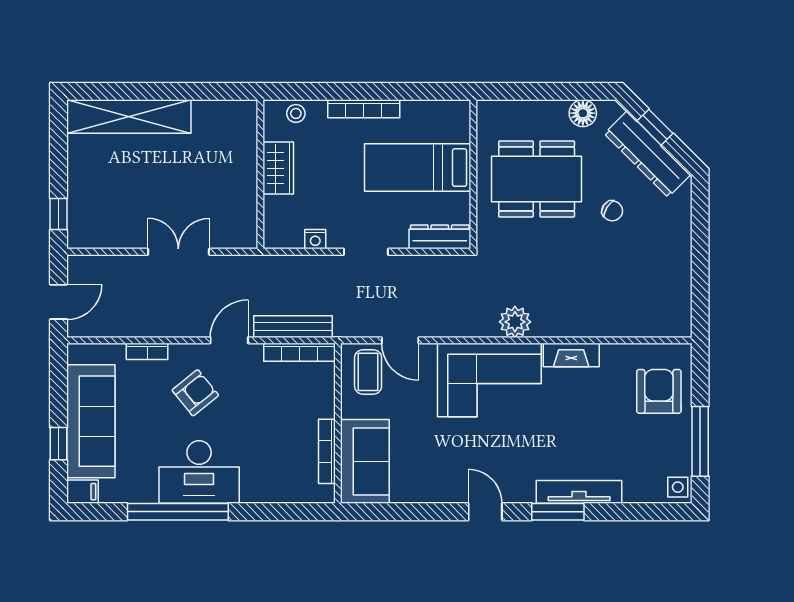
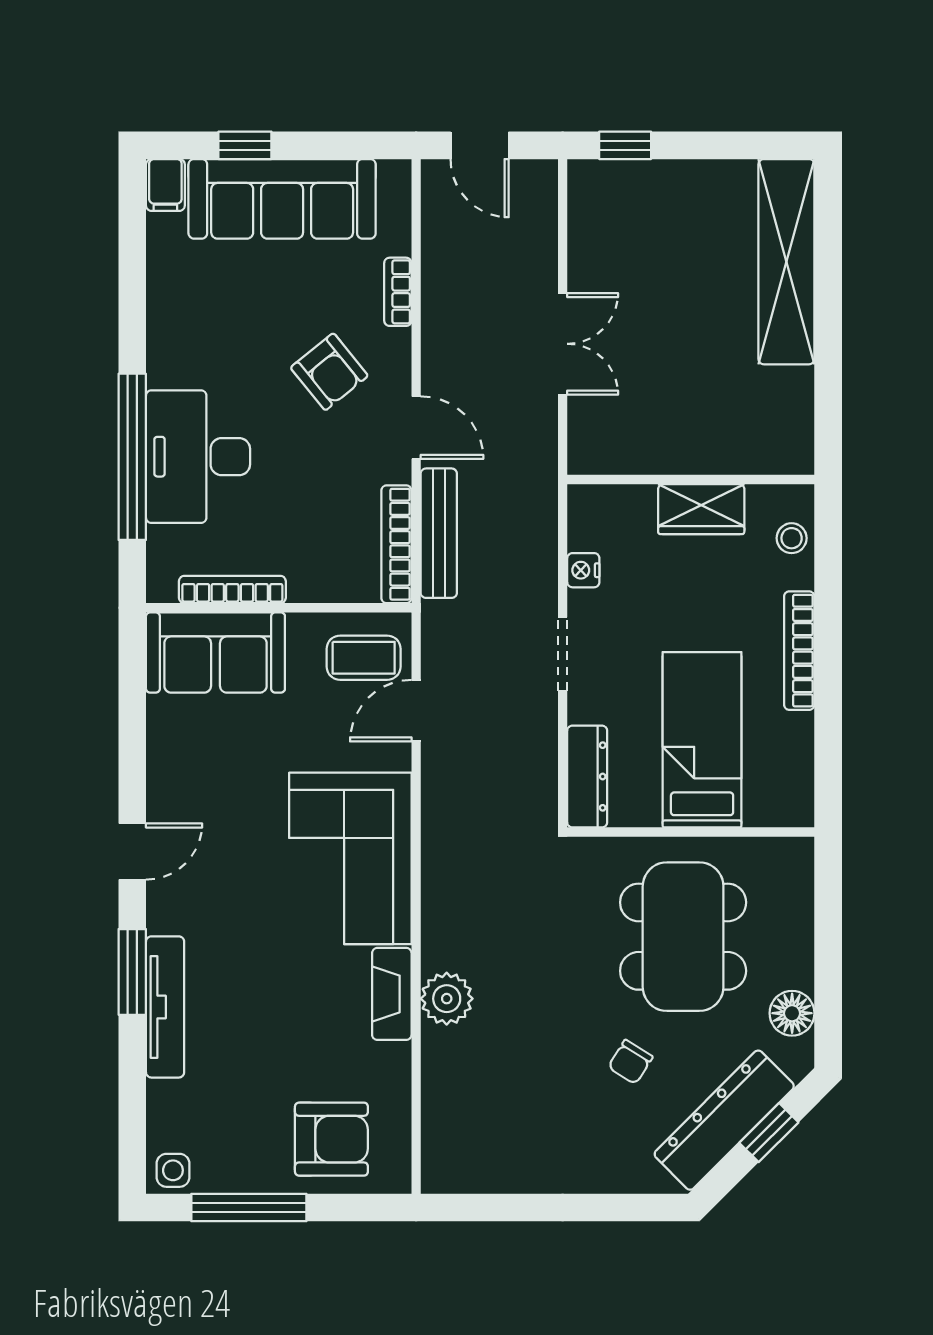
plant: (515, 322) -> (447, 999), moved
desk: (199, 472) -> (198, 457), moved
window: (178, 512) -> (132, 457), moved

